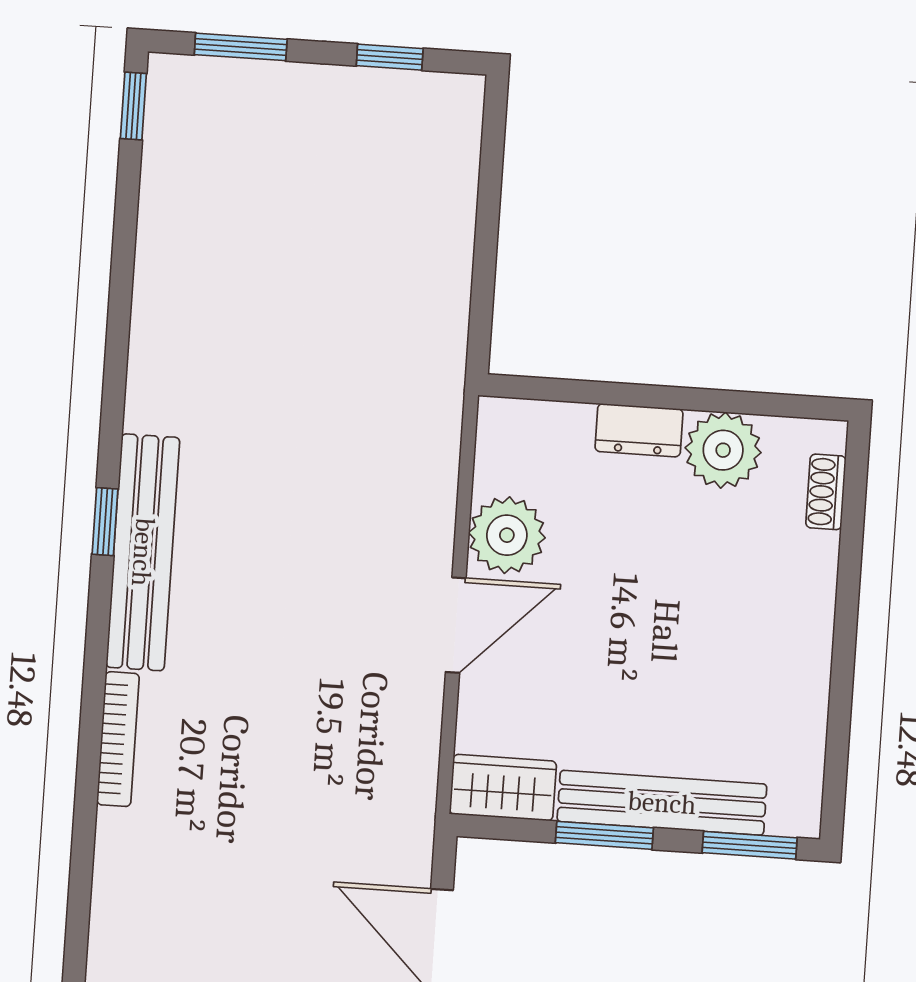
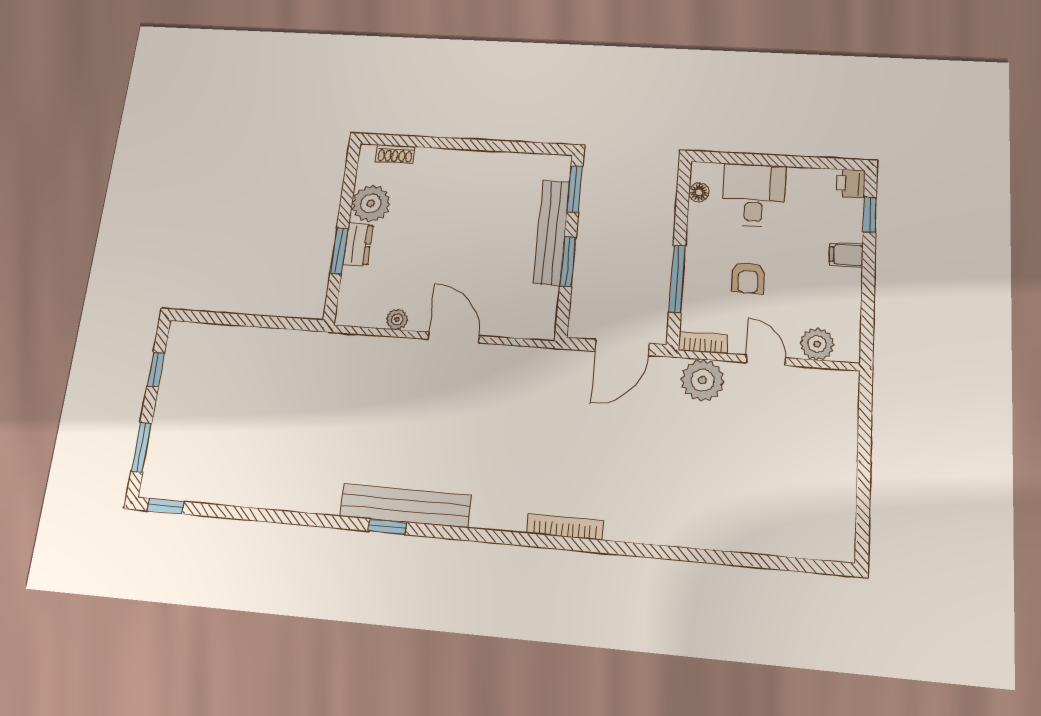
window: (626, 395) -> (339, 251), added
plant: (507, 535) -> (397, 319), width x0.53, depth x0.53
bookcase: (118, 739) -> (565, 527), moved
wardrobe: (503, 788) -> (541, 313), removed

